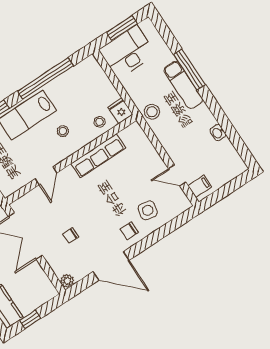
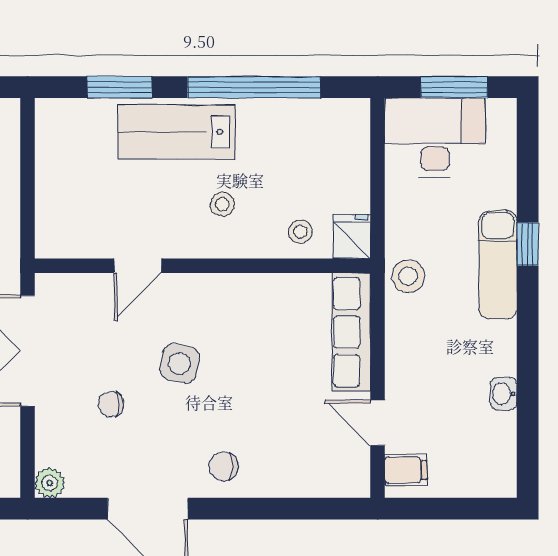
window: (189, 69) -> (528, 244), width x0.46
row of seats: (98, 156) -> (351, 332), moved, turned 90
side table: (148, 210) -> (179, 363), moved

